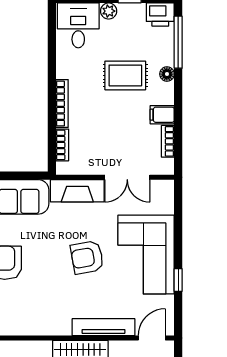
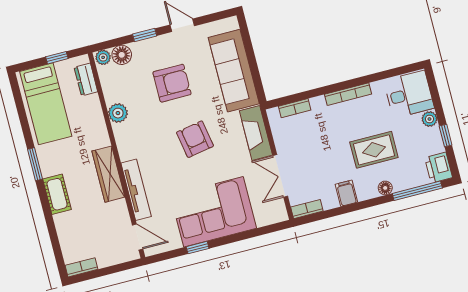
rug: (125, 75) -> (374, 150), turned 90
bookcase: (62, 104) -> (348, 94), moved
bookcase: (168, 141) -> (307, 209), moved
armchair: (87, 257) -> (195, 139), moved
plant: (21, 326) -> (118, 113), added

